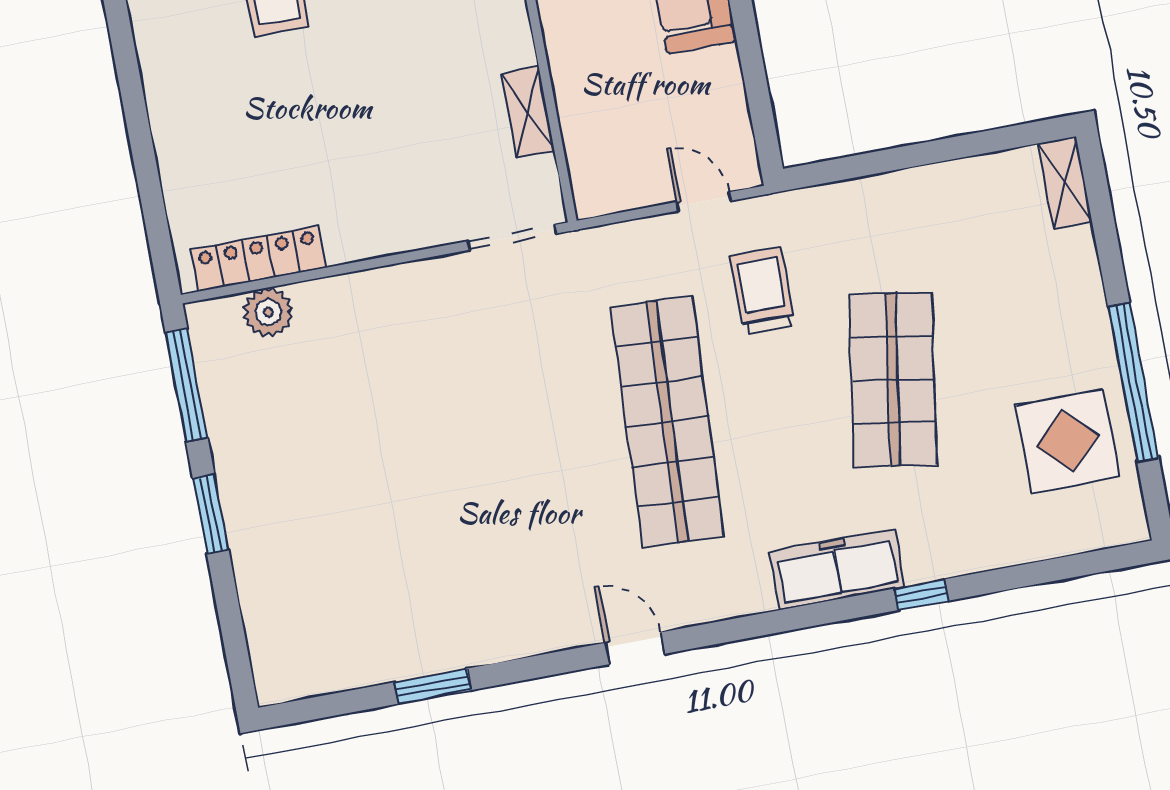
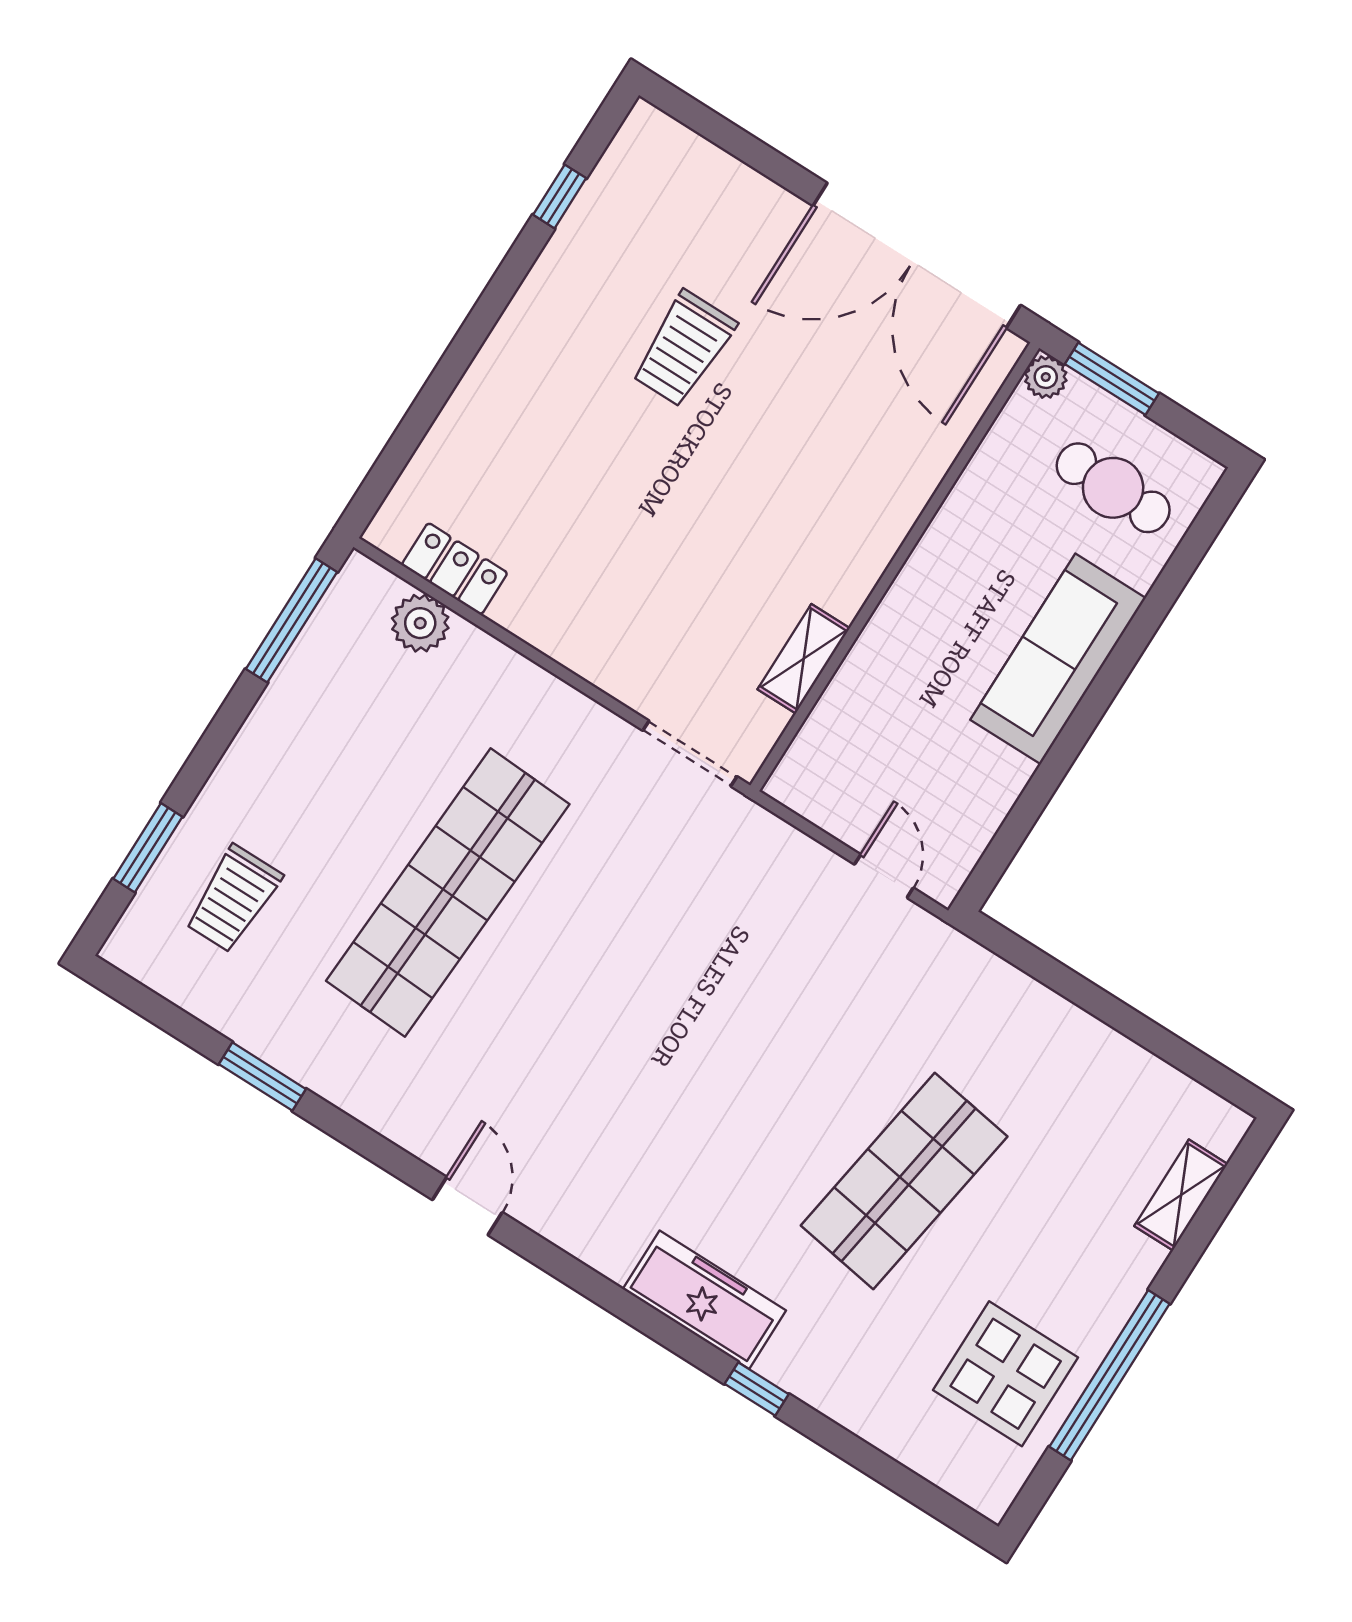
shelving: (1065, 183) -> (1181, 1195), moved
locker: (258, 259) -> (455, 569), width x0.66
trolley: (762, 291) -> (233, 899), moved, turned 180
shop shelf: (667, 422) -> (448, 893), moved
window: (211, 514) -> (148, 848), moved

